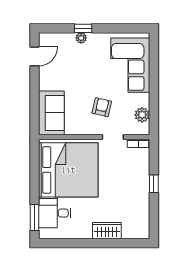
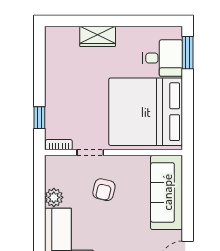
sofa: (51, 113) -> (167, 192), width x1.36
plant: (142, 115) -> (54, 197), moved
window: (154, 184) -> (39, 118), moved

